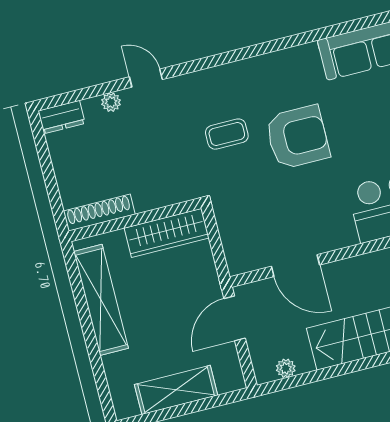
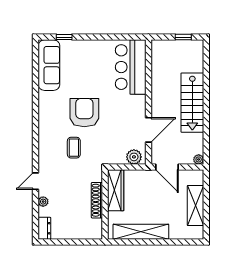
shoe rack: (99, 213) -> (97, 200), moved
plant: (238, 251) -> (134, 157), added
plant: (286, 368) -> (199, 159), moved

